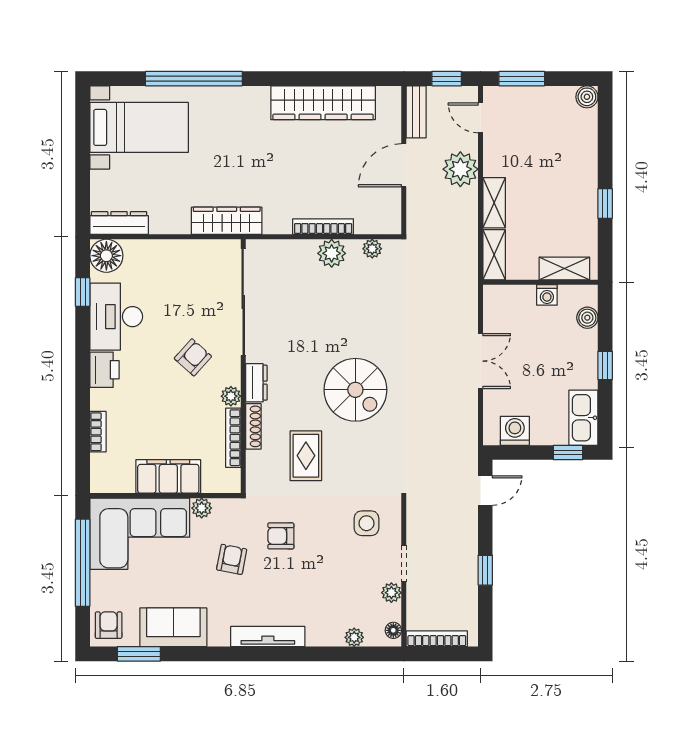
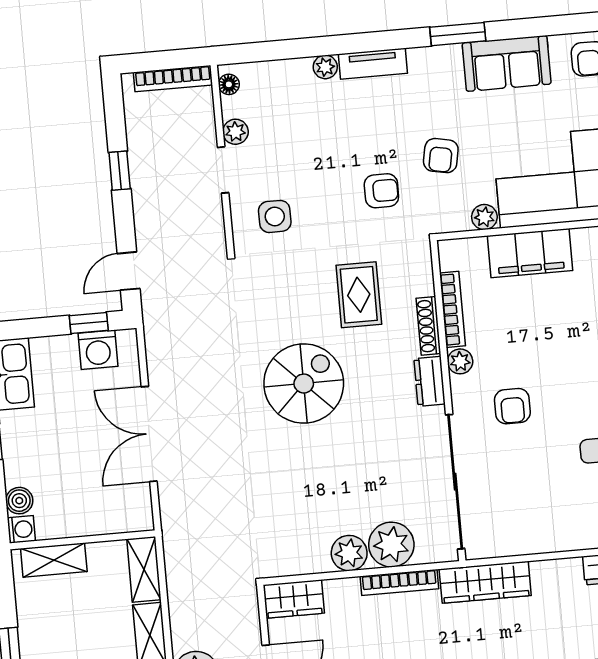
wardrobe: (378, 221) -> (294, 599), added
bookcase: (323, 227) -> (399, 582), moved
plant: (372, 249) -> (391, 545), moved, width x1.88, depth x1.88
washing machine: (547, 295) -> (21, 529), moved, turned 90
armchair: (193, 357) -> (512, 406), turned -42
double door: (480, 361) -> (149, 434), width x1.37
spiral stairs: (355, 390) -> (304, 384), turned 90
window: (568, 452) -> (89, 323), moved
tv unit: (268, 637) -> (373, 64), width x0.71
plant: (354, 637) -> (325, 67), moved
window: (139, 654) -> (458, 34), moved

